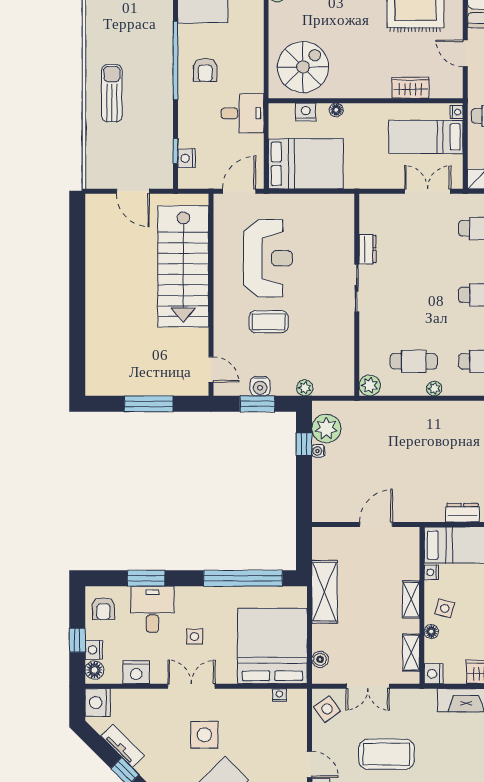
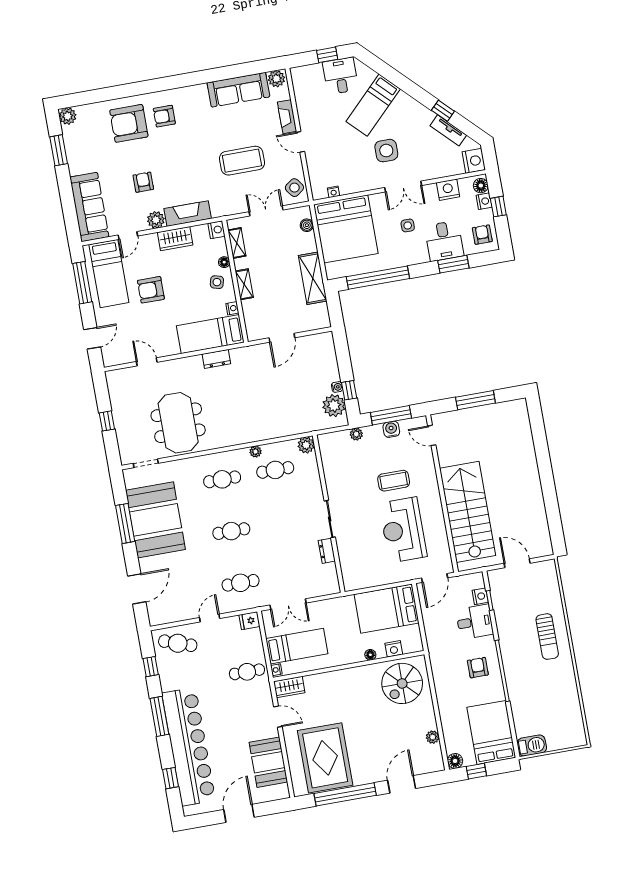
wardrobe: (410, 88) -> (289, 687), moved
desk: (243, 113) -> (475, 622), moved, turned 180
window: (257, 404) -> (391, 415), width x1.44

